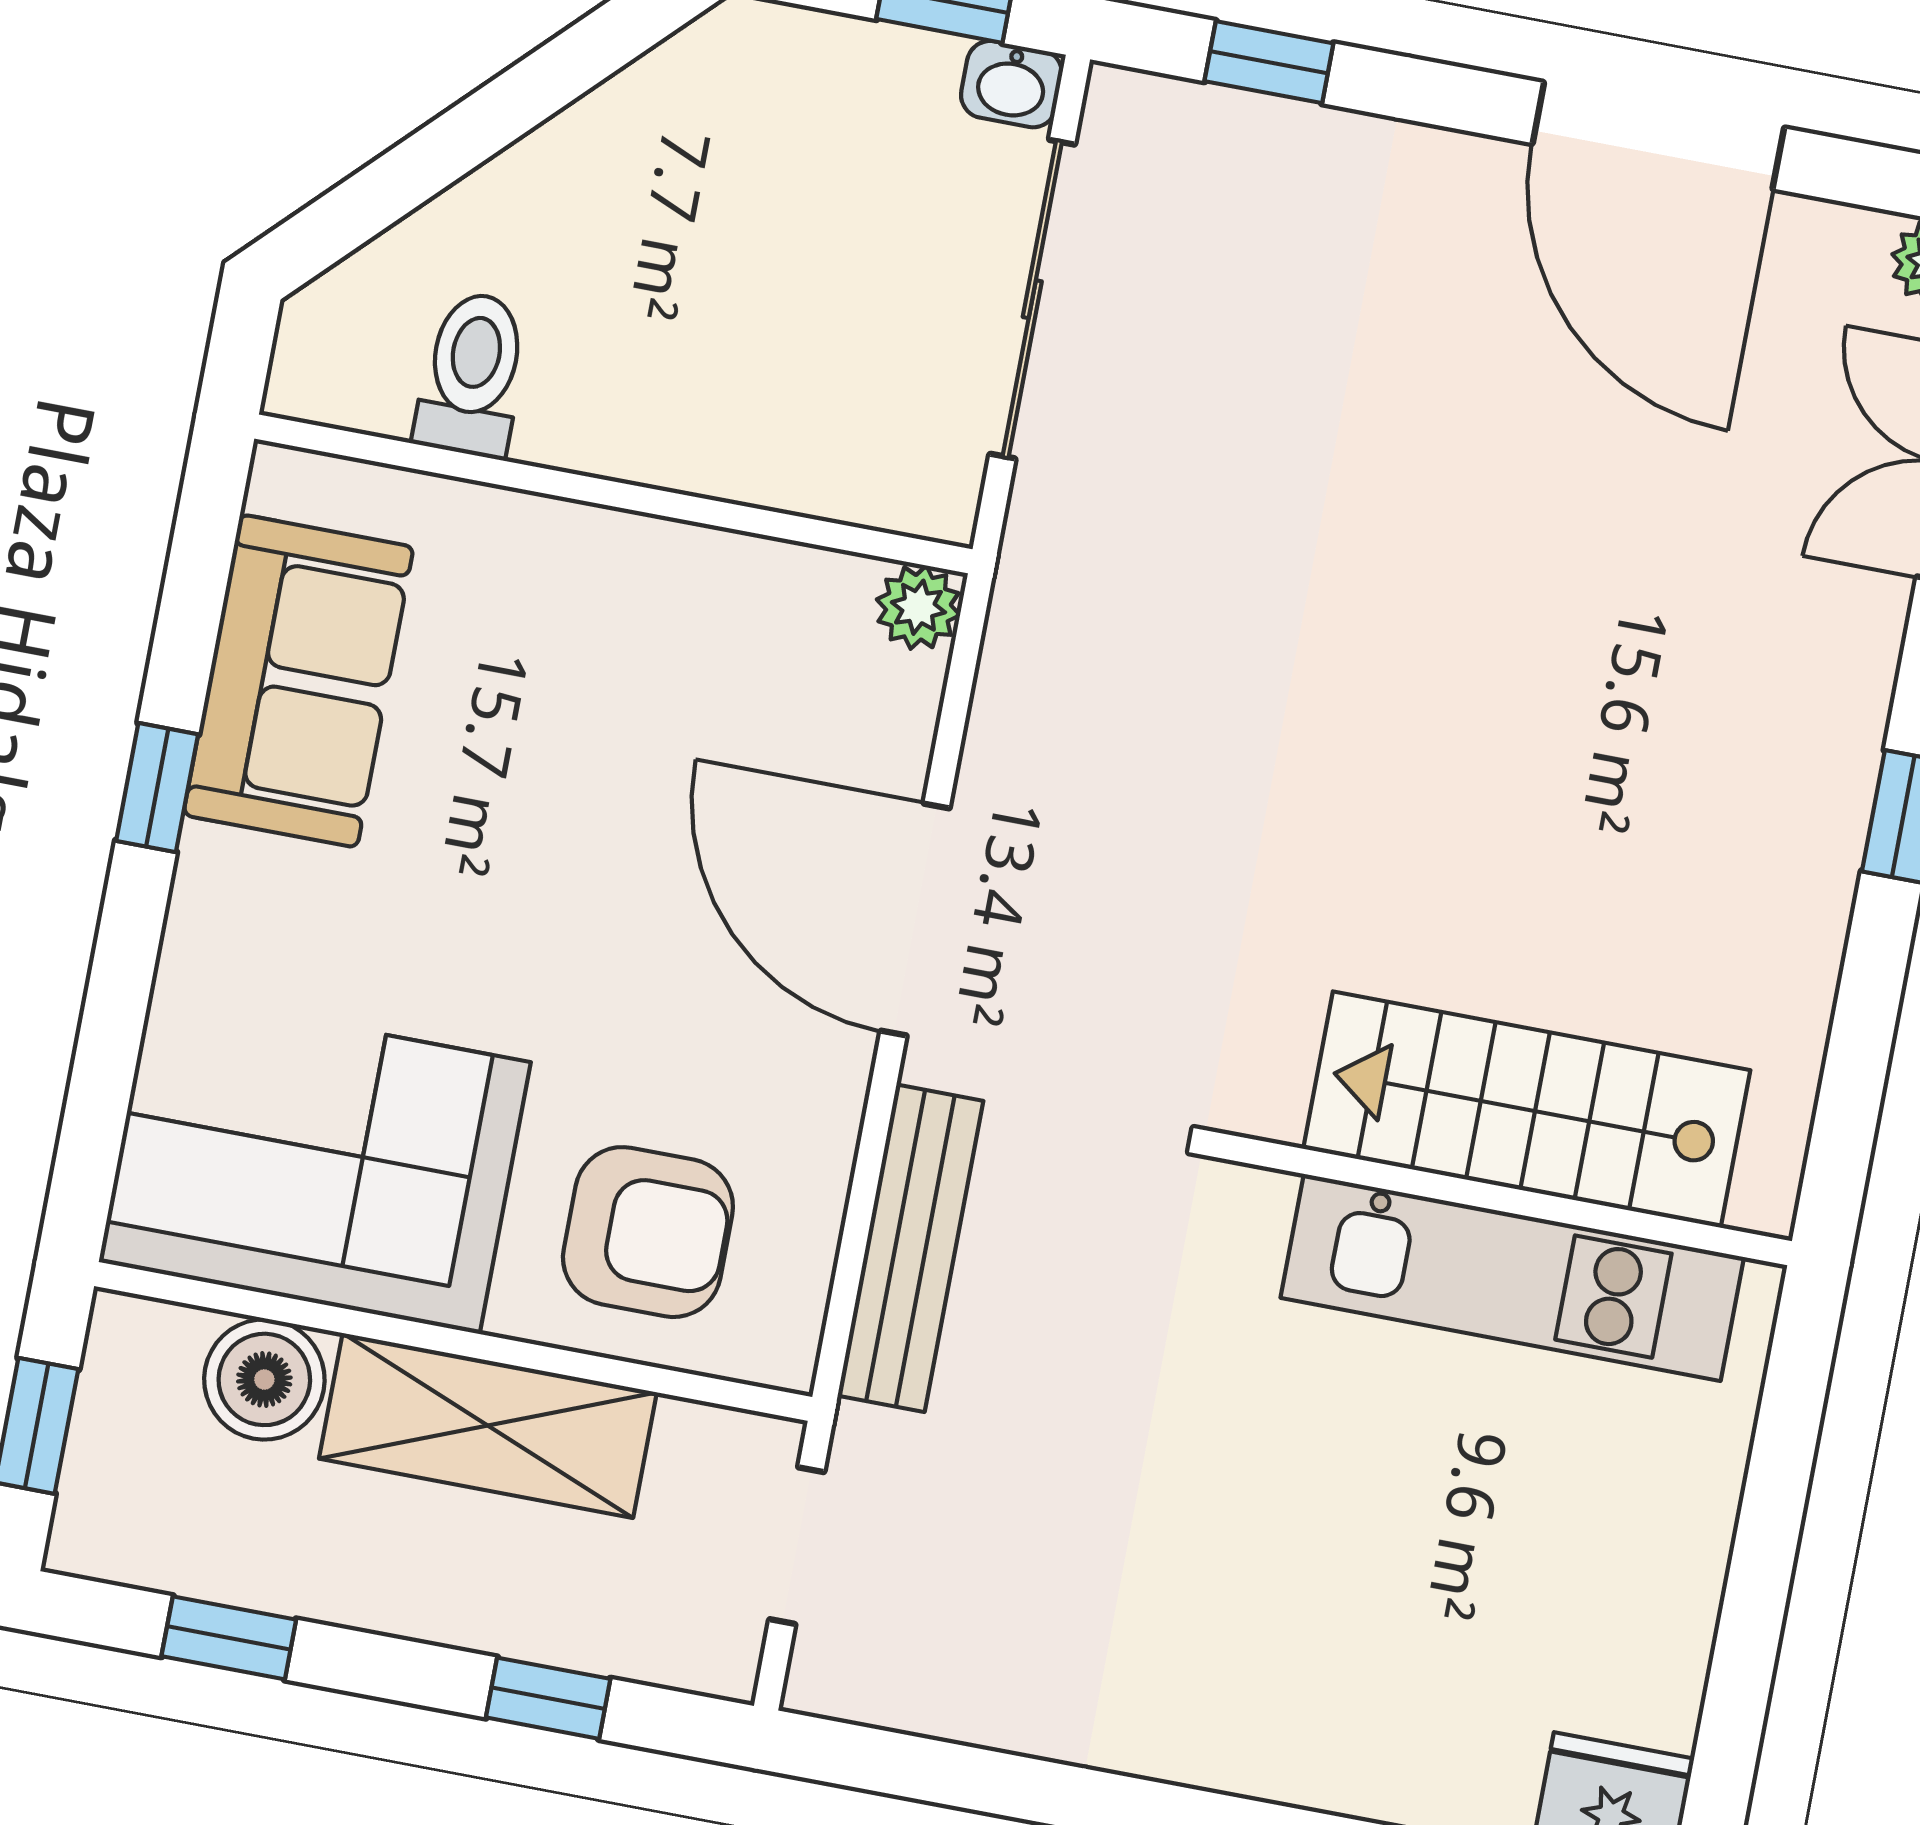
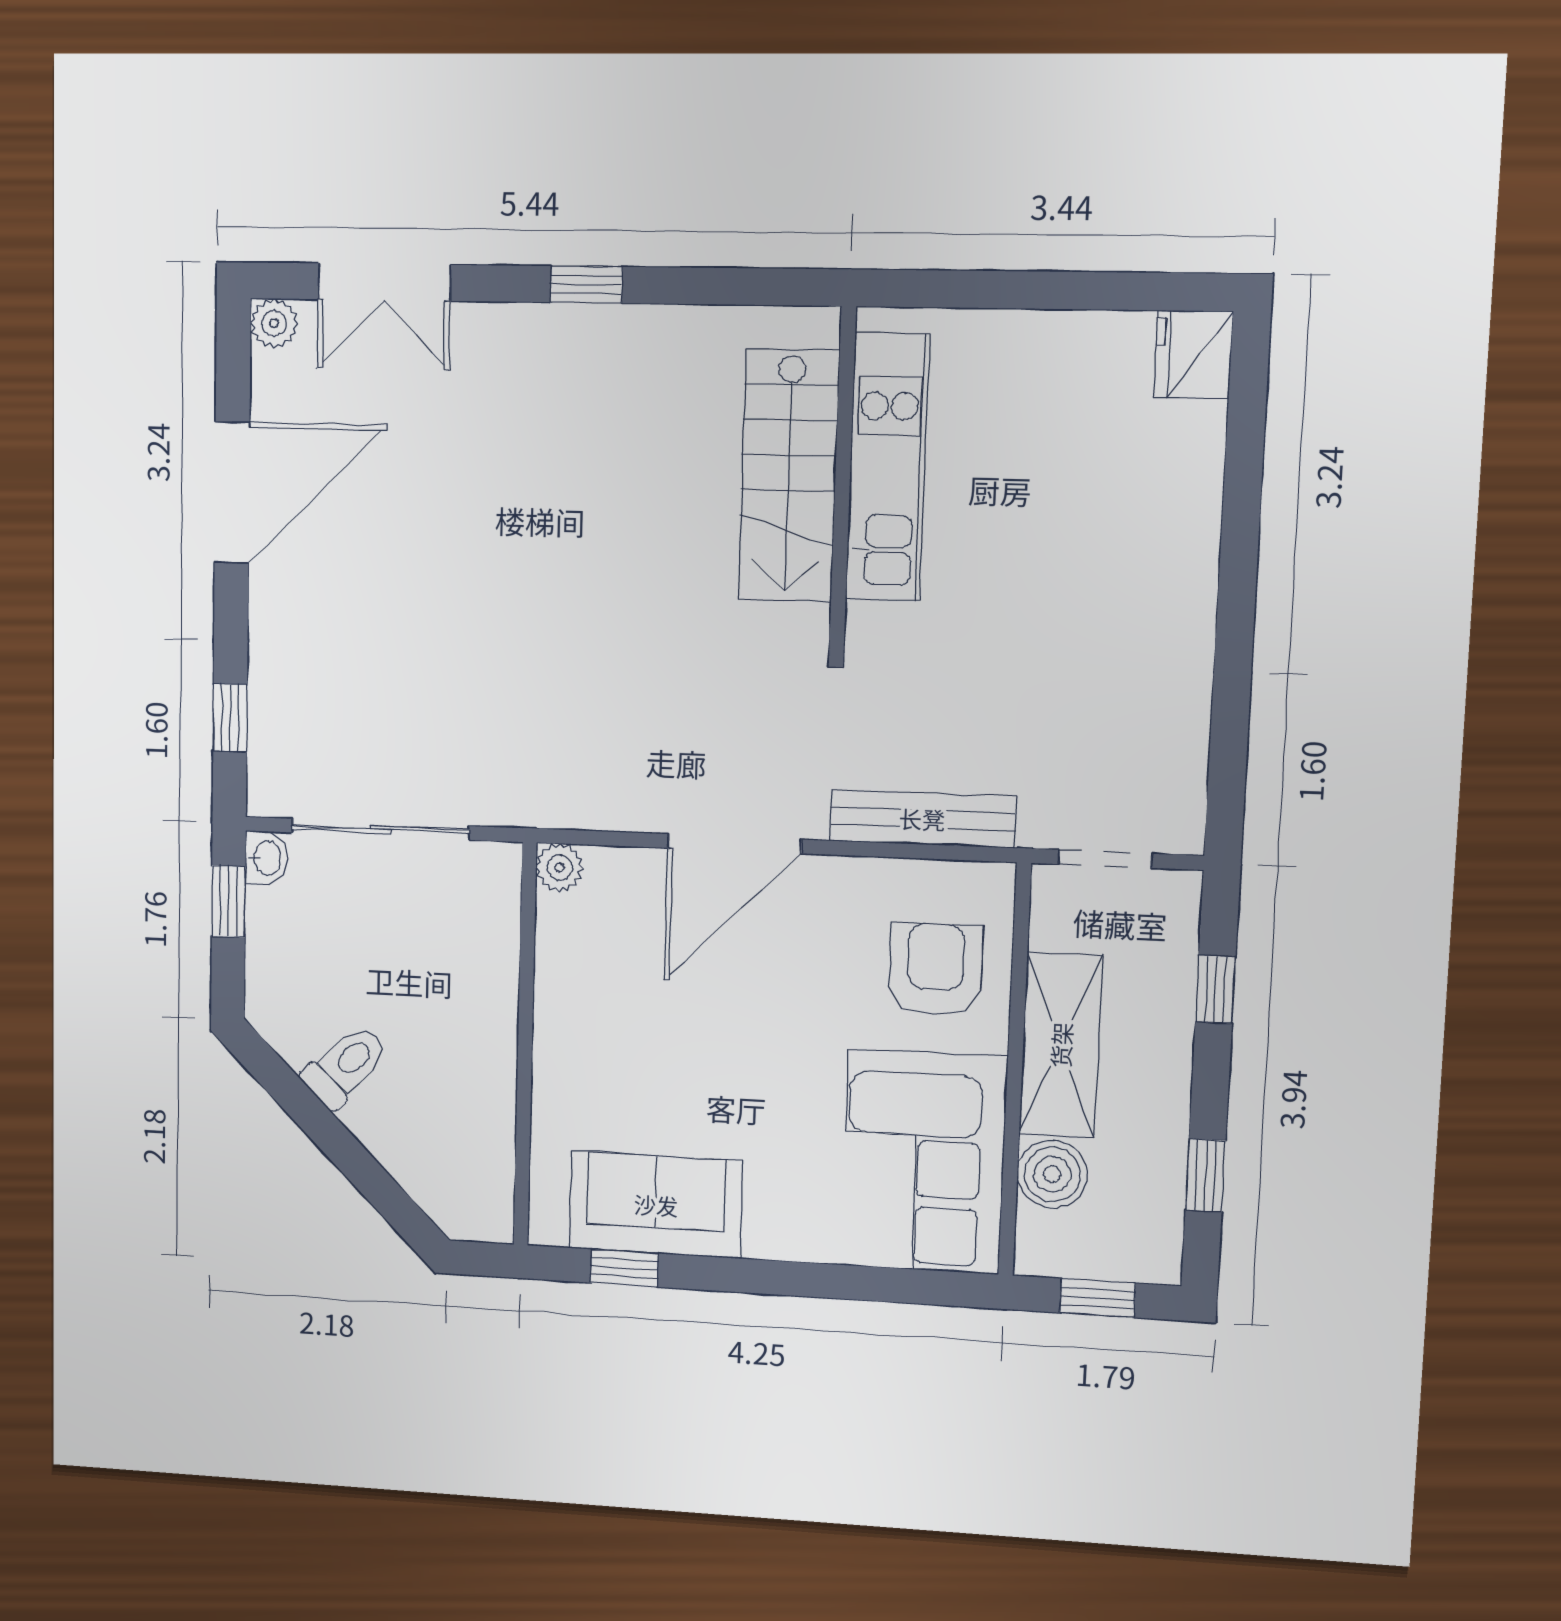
toilet: (472, 374) -> (345, 1066), moved, turned 135
window: (157, 788) -> (624, 1268), moved

